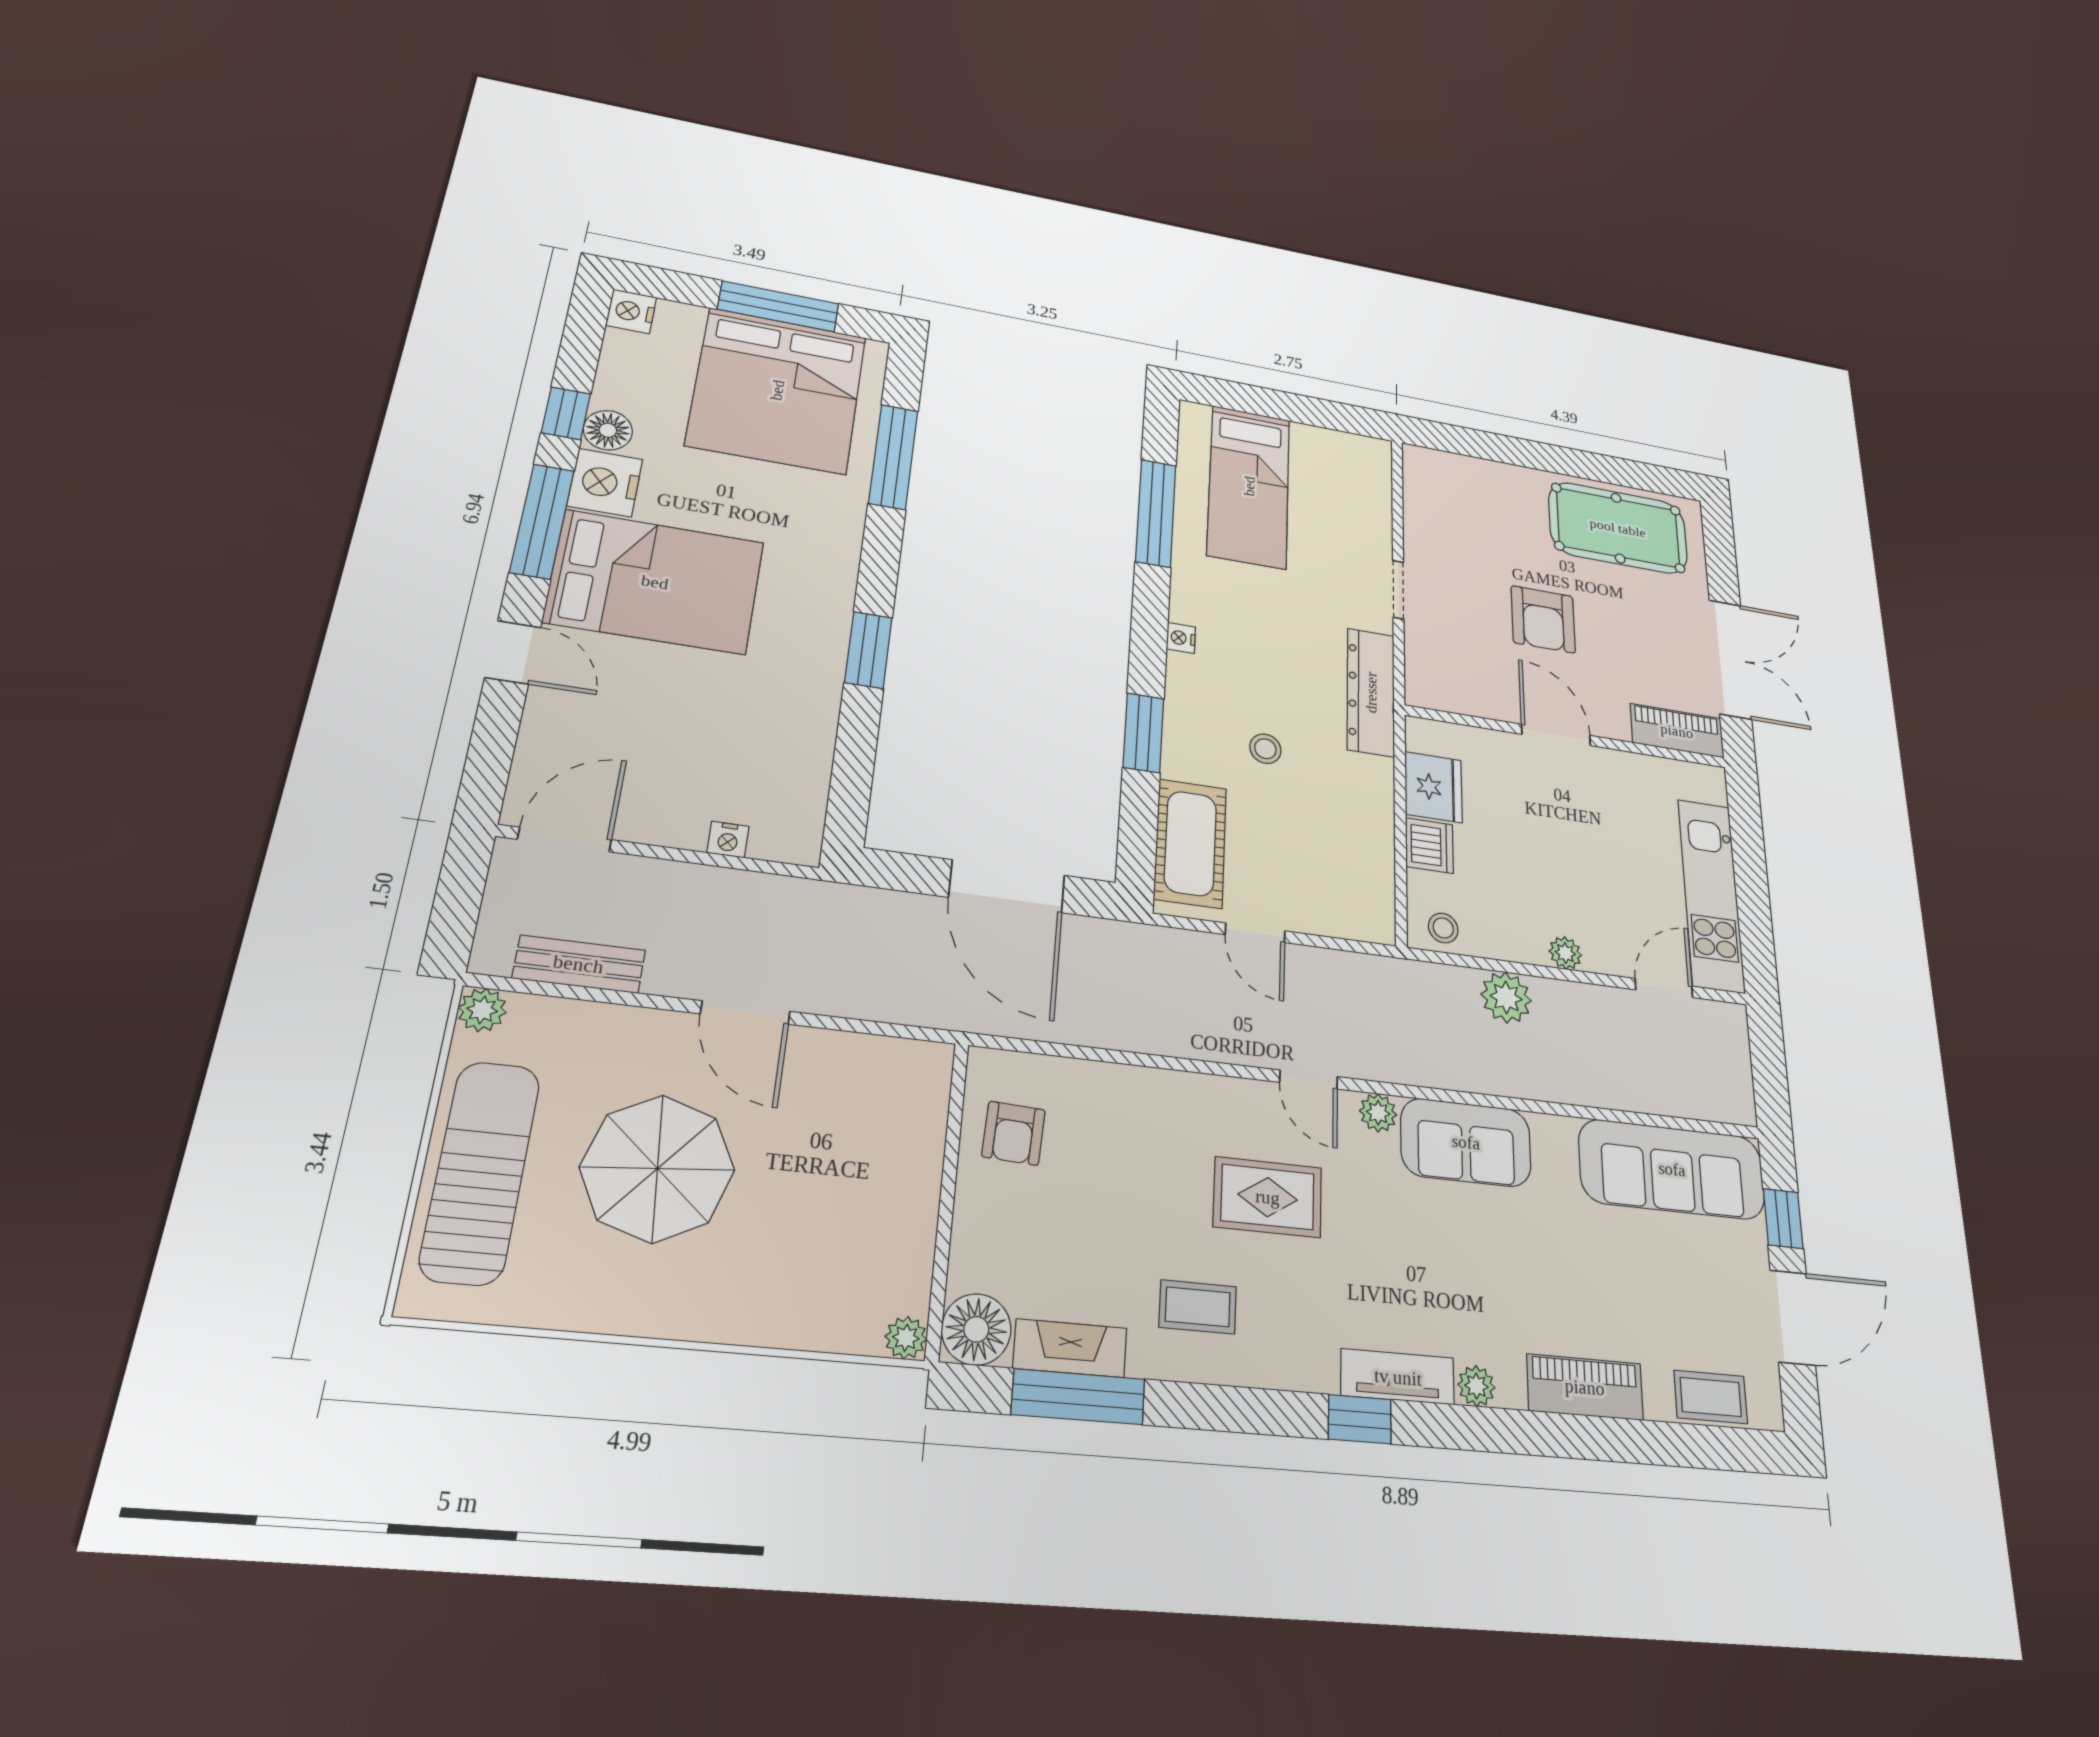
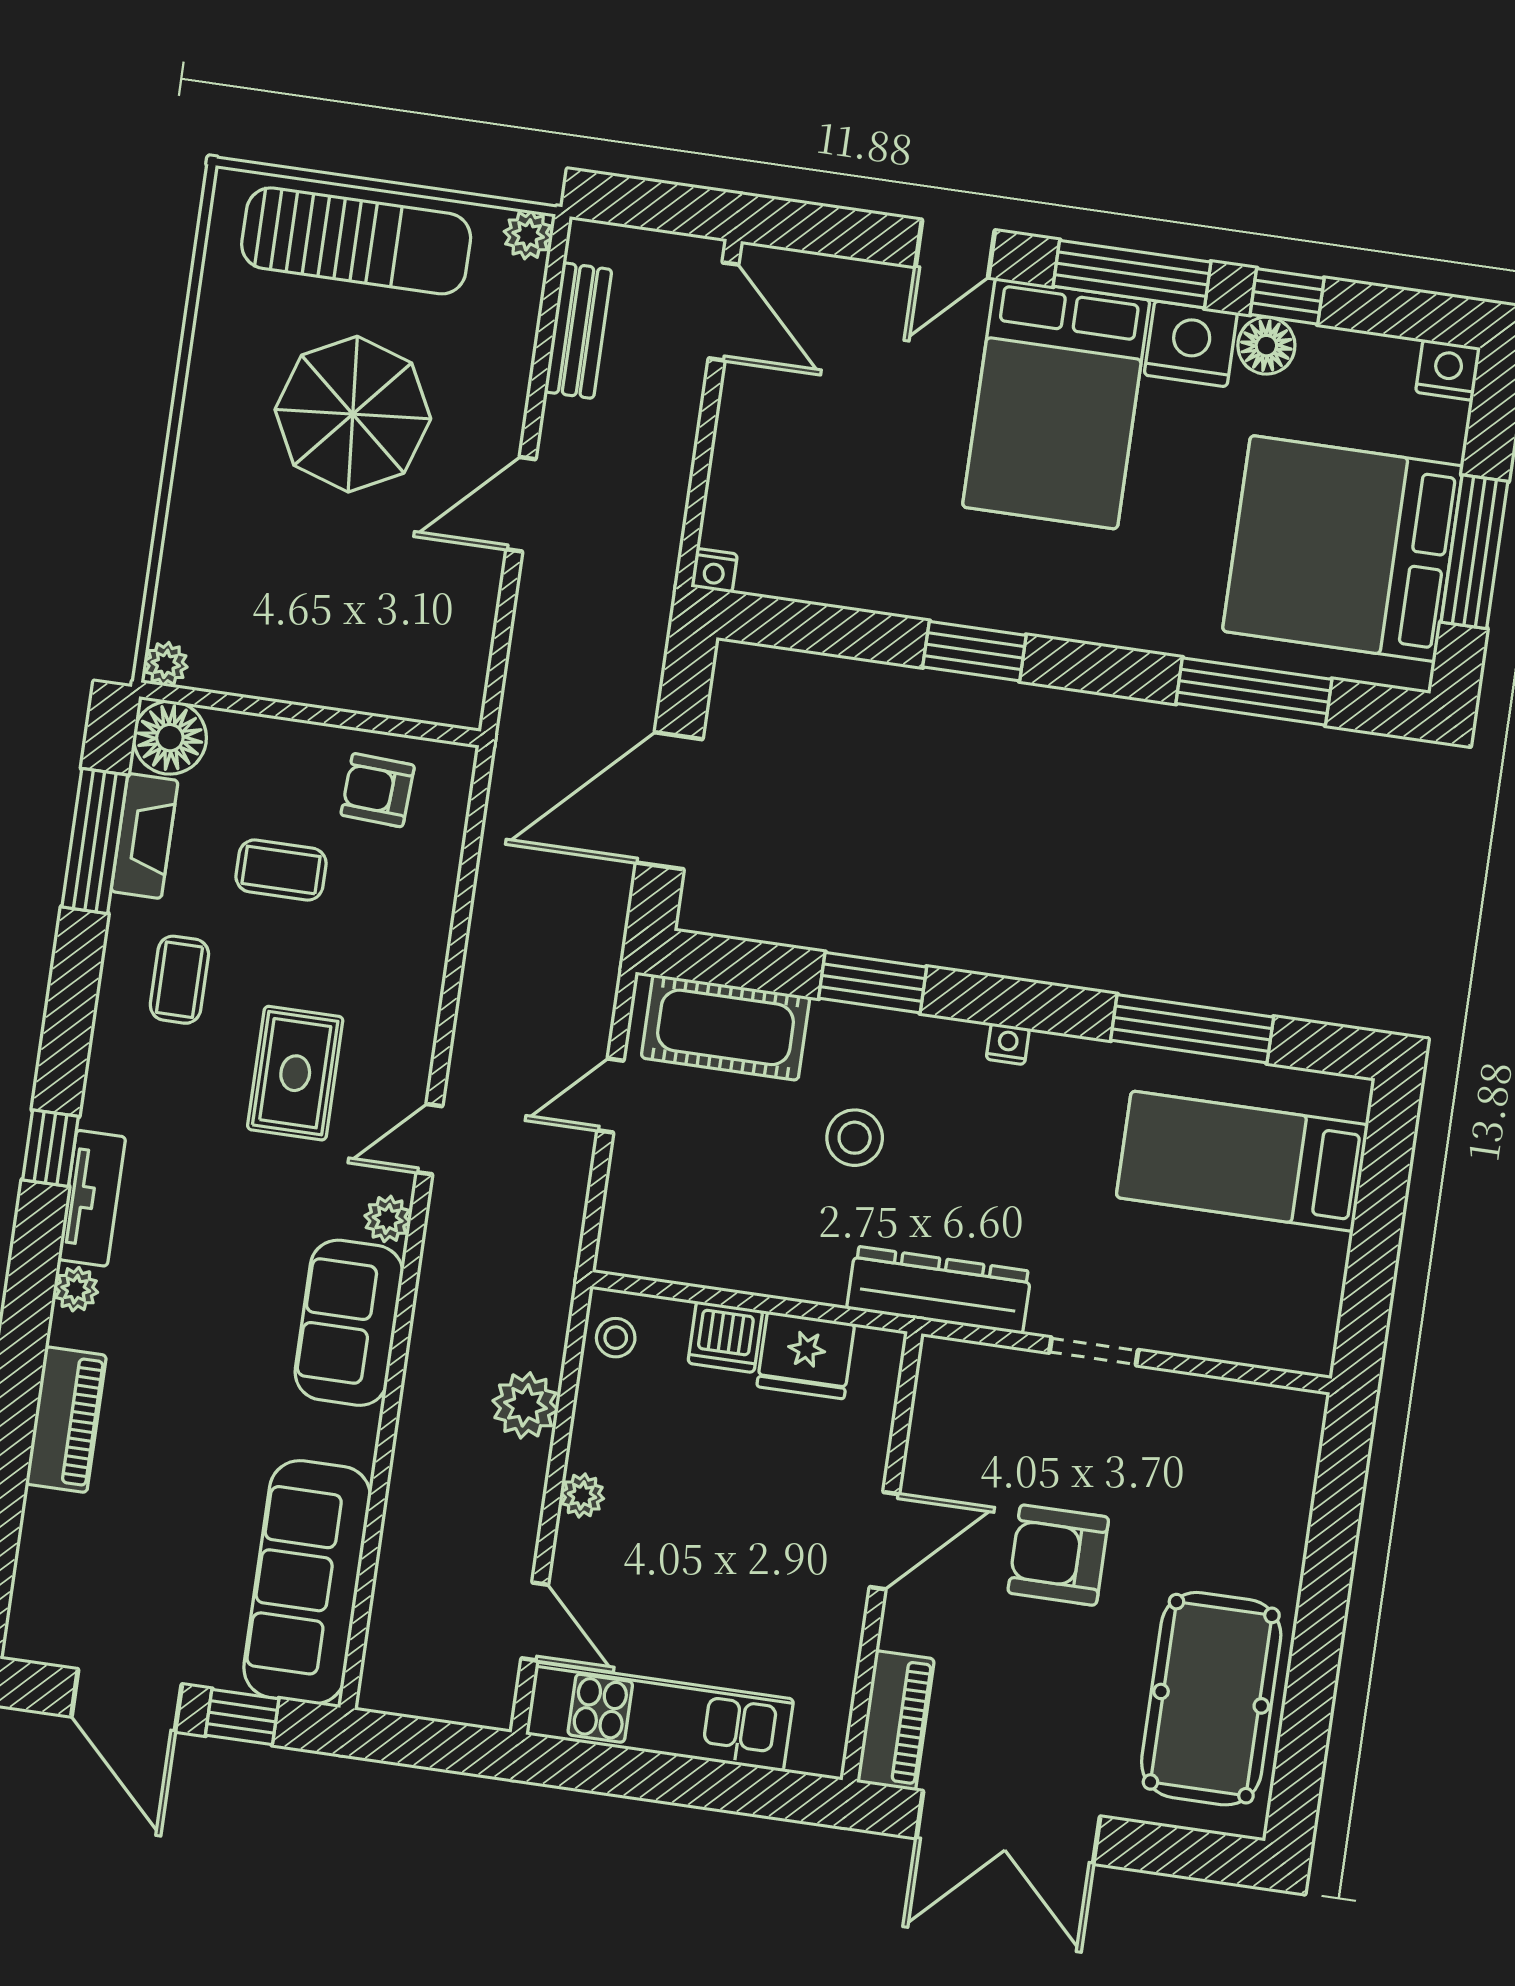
stool: (1265, 749) -> (855, 1138), width x1.37, depth x1.37
nightstand: (728, 840) -> (714, 571), moved, turned -90
coffee table: (1711, 1397) -> (281, 870), moved, turned 90

